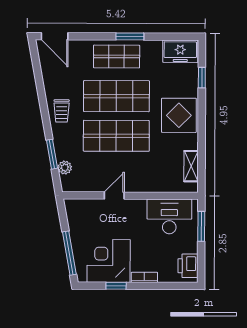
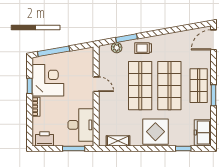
trolley: (62, 111) -> (143, 48), moved

